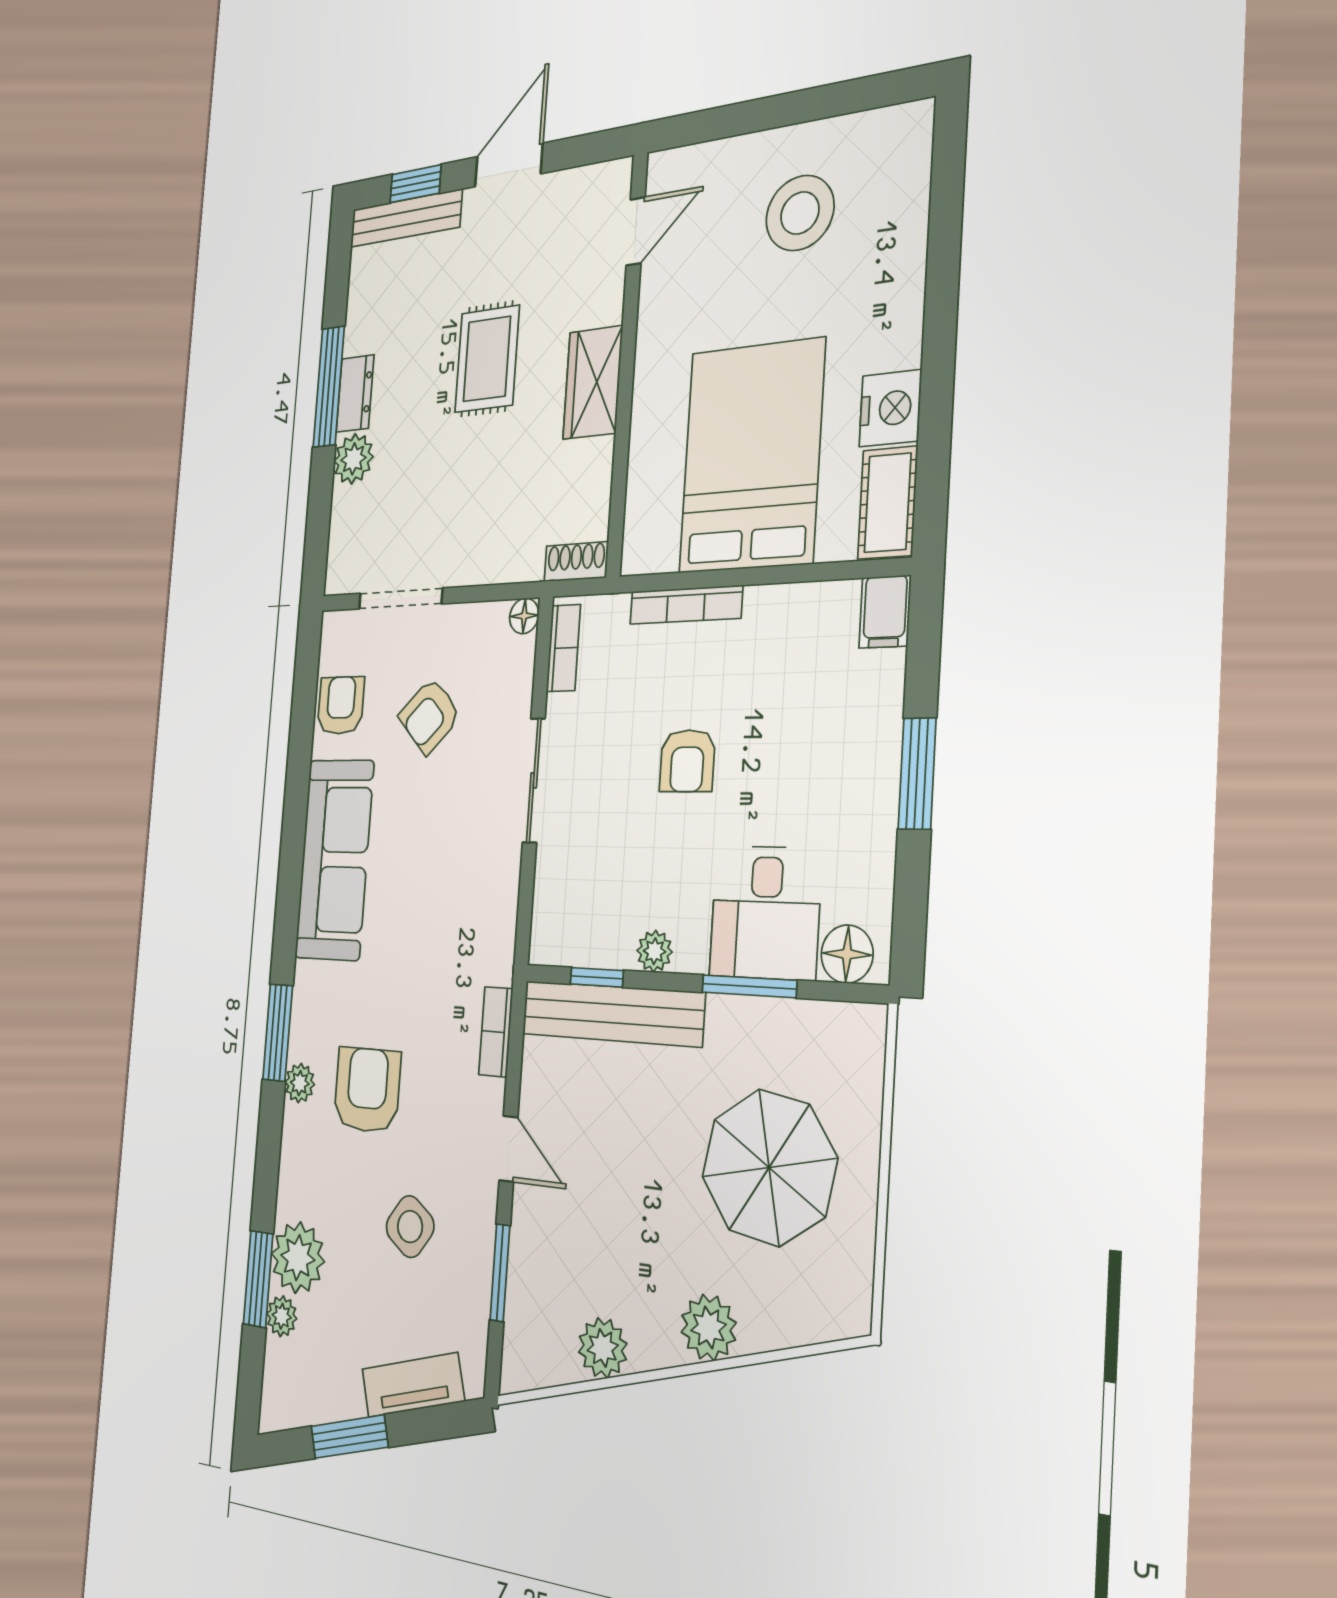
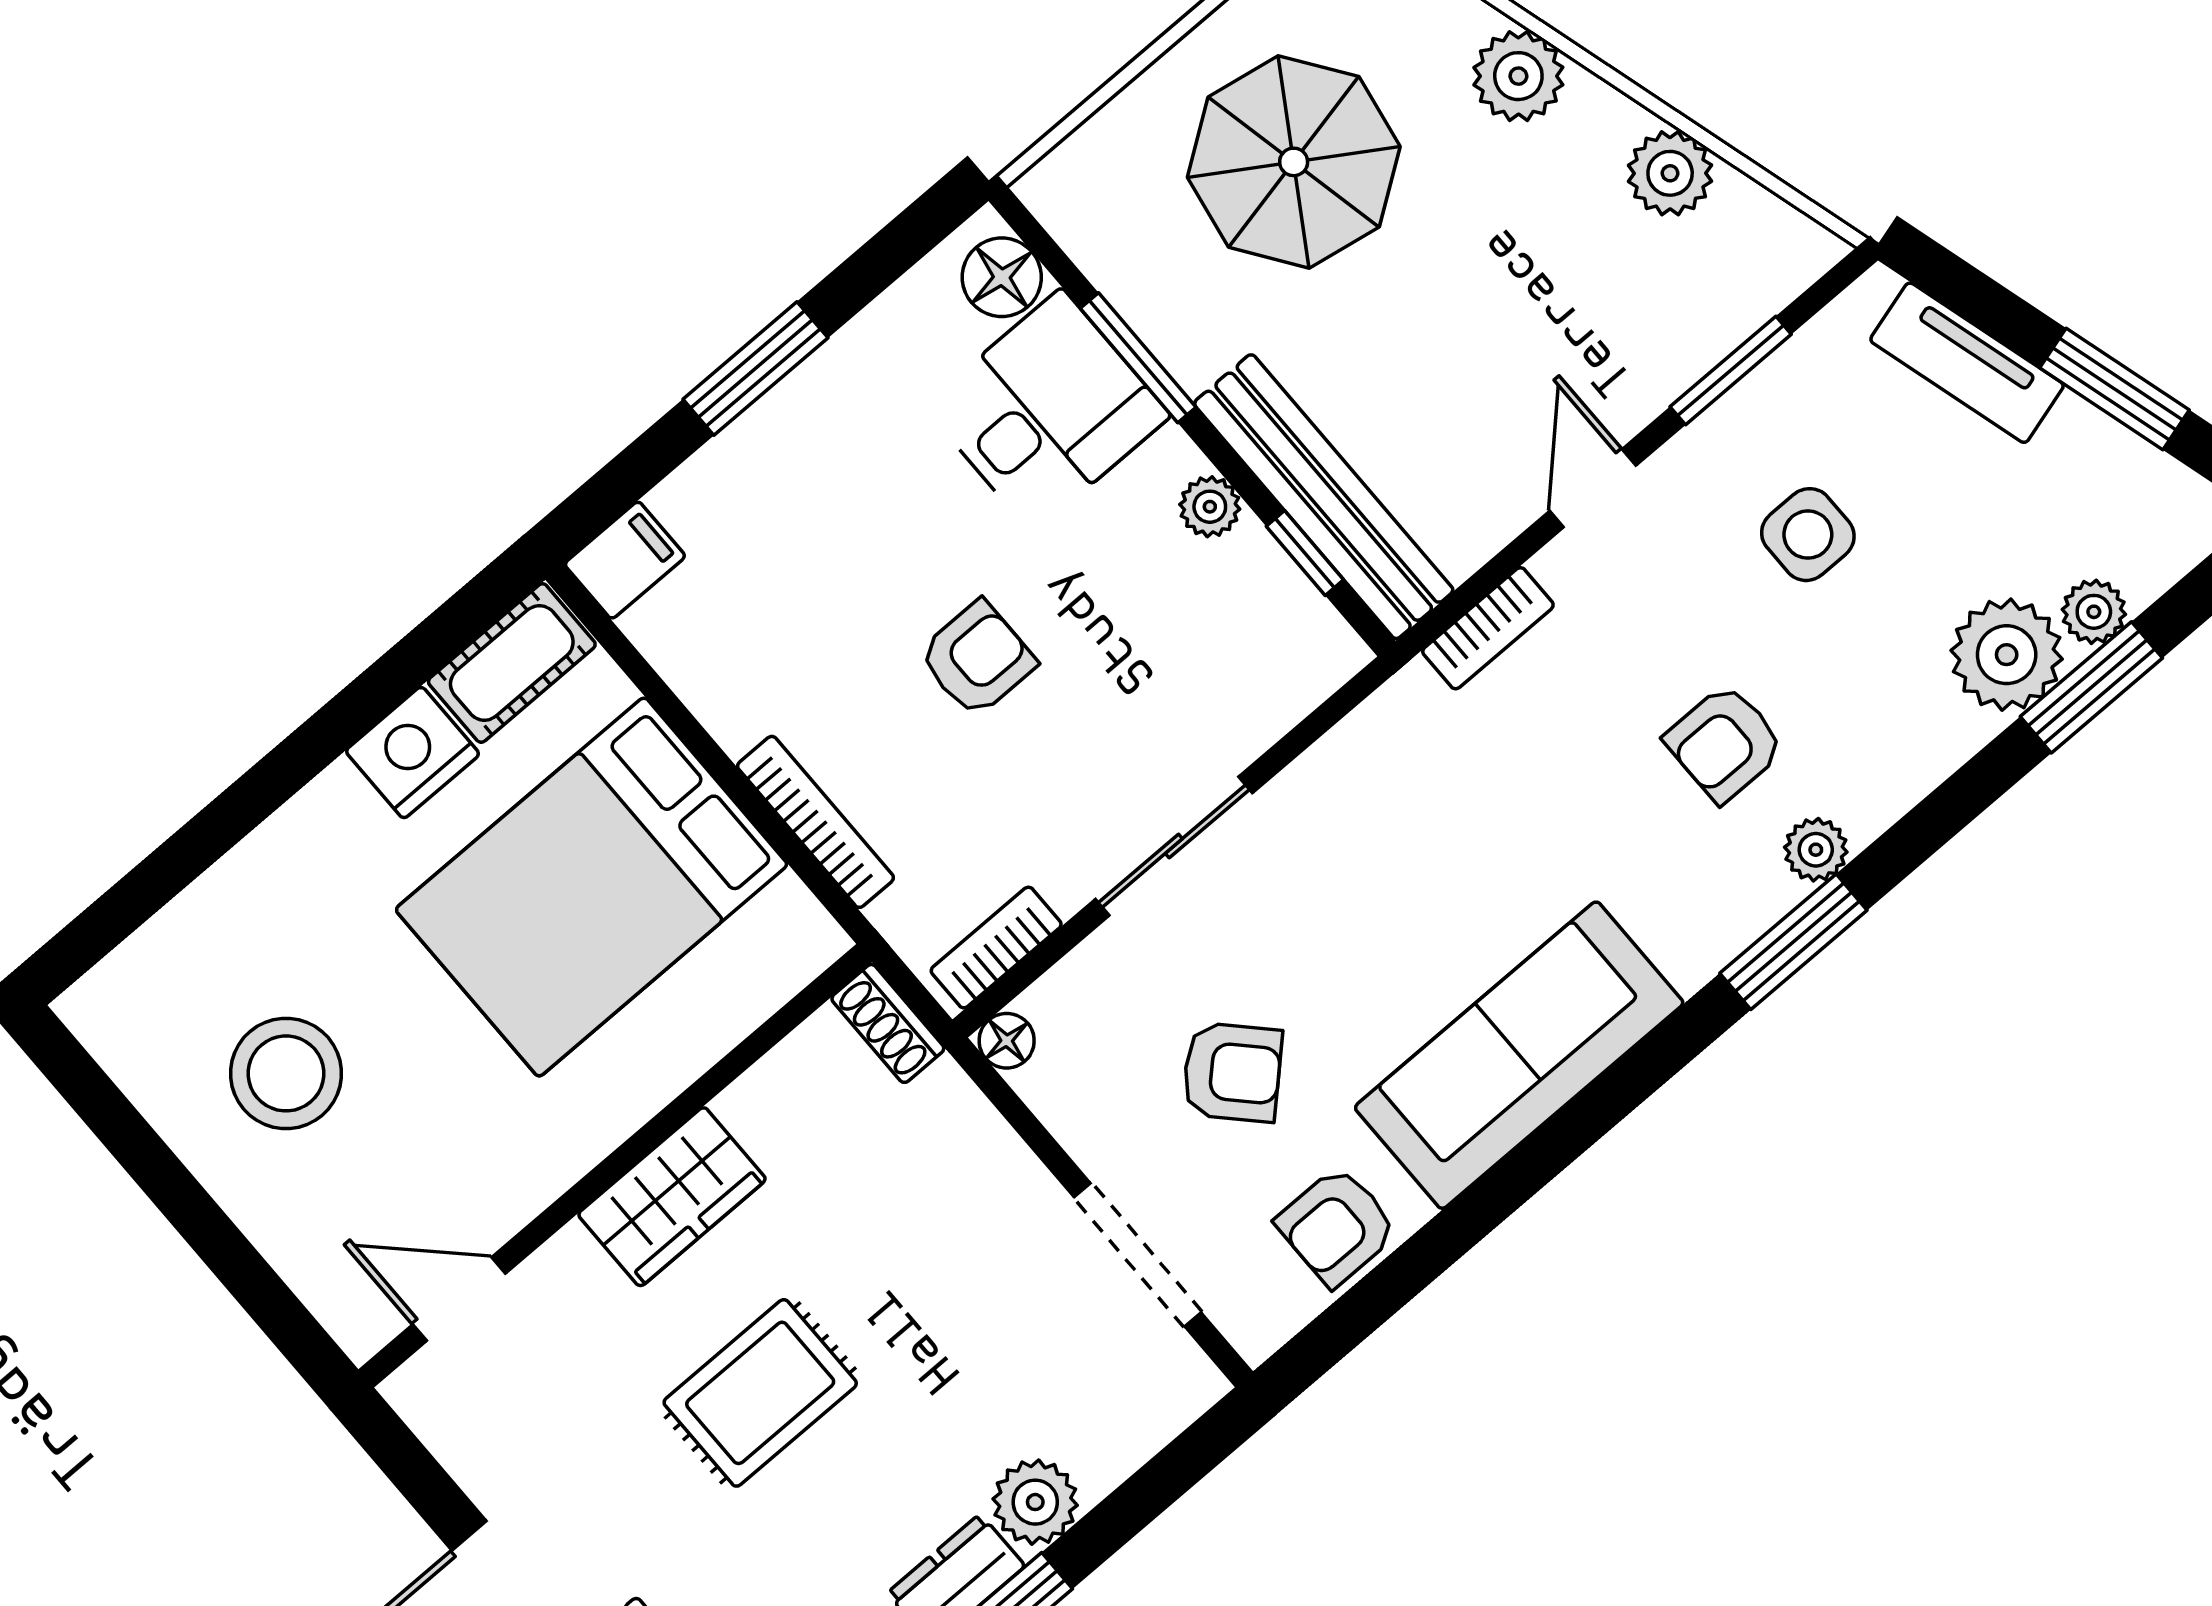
armchair: (367, 1090) -> (1725, 743), width x0.72, depth x0.72
side table: (410, 1227) -> (1808, 535), turned -36

